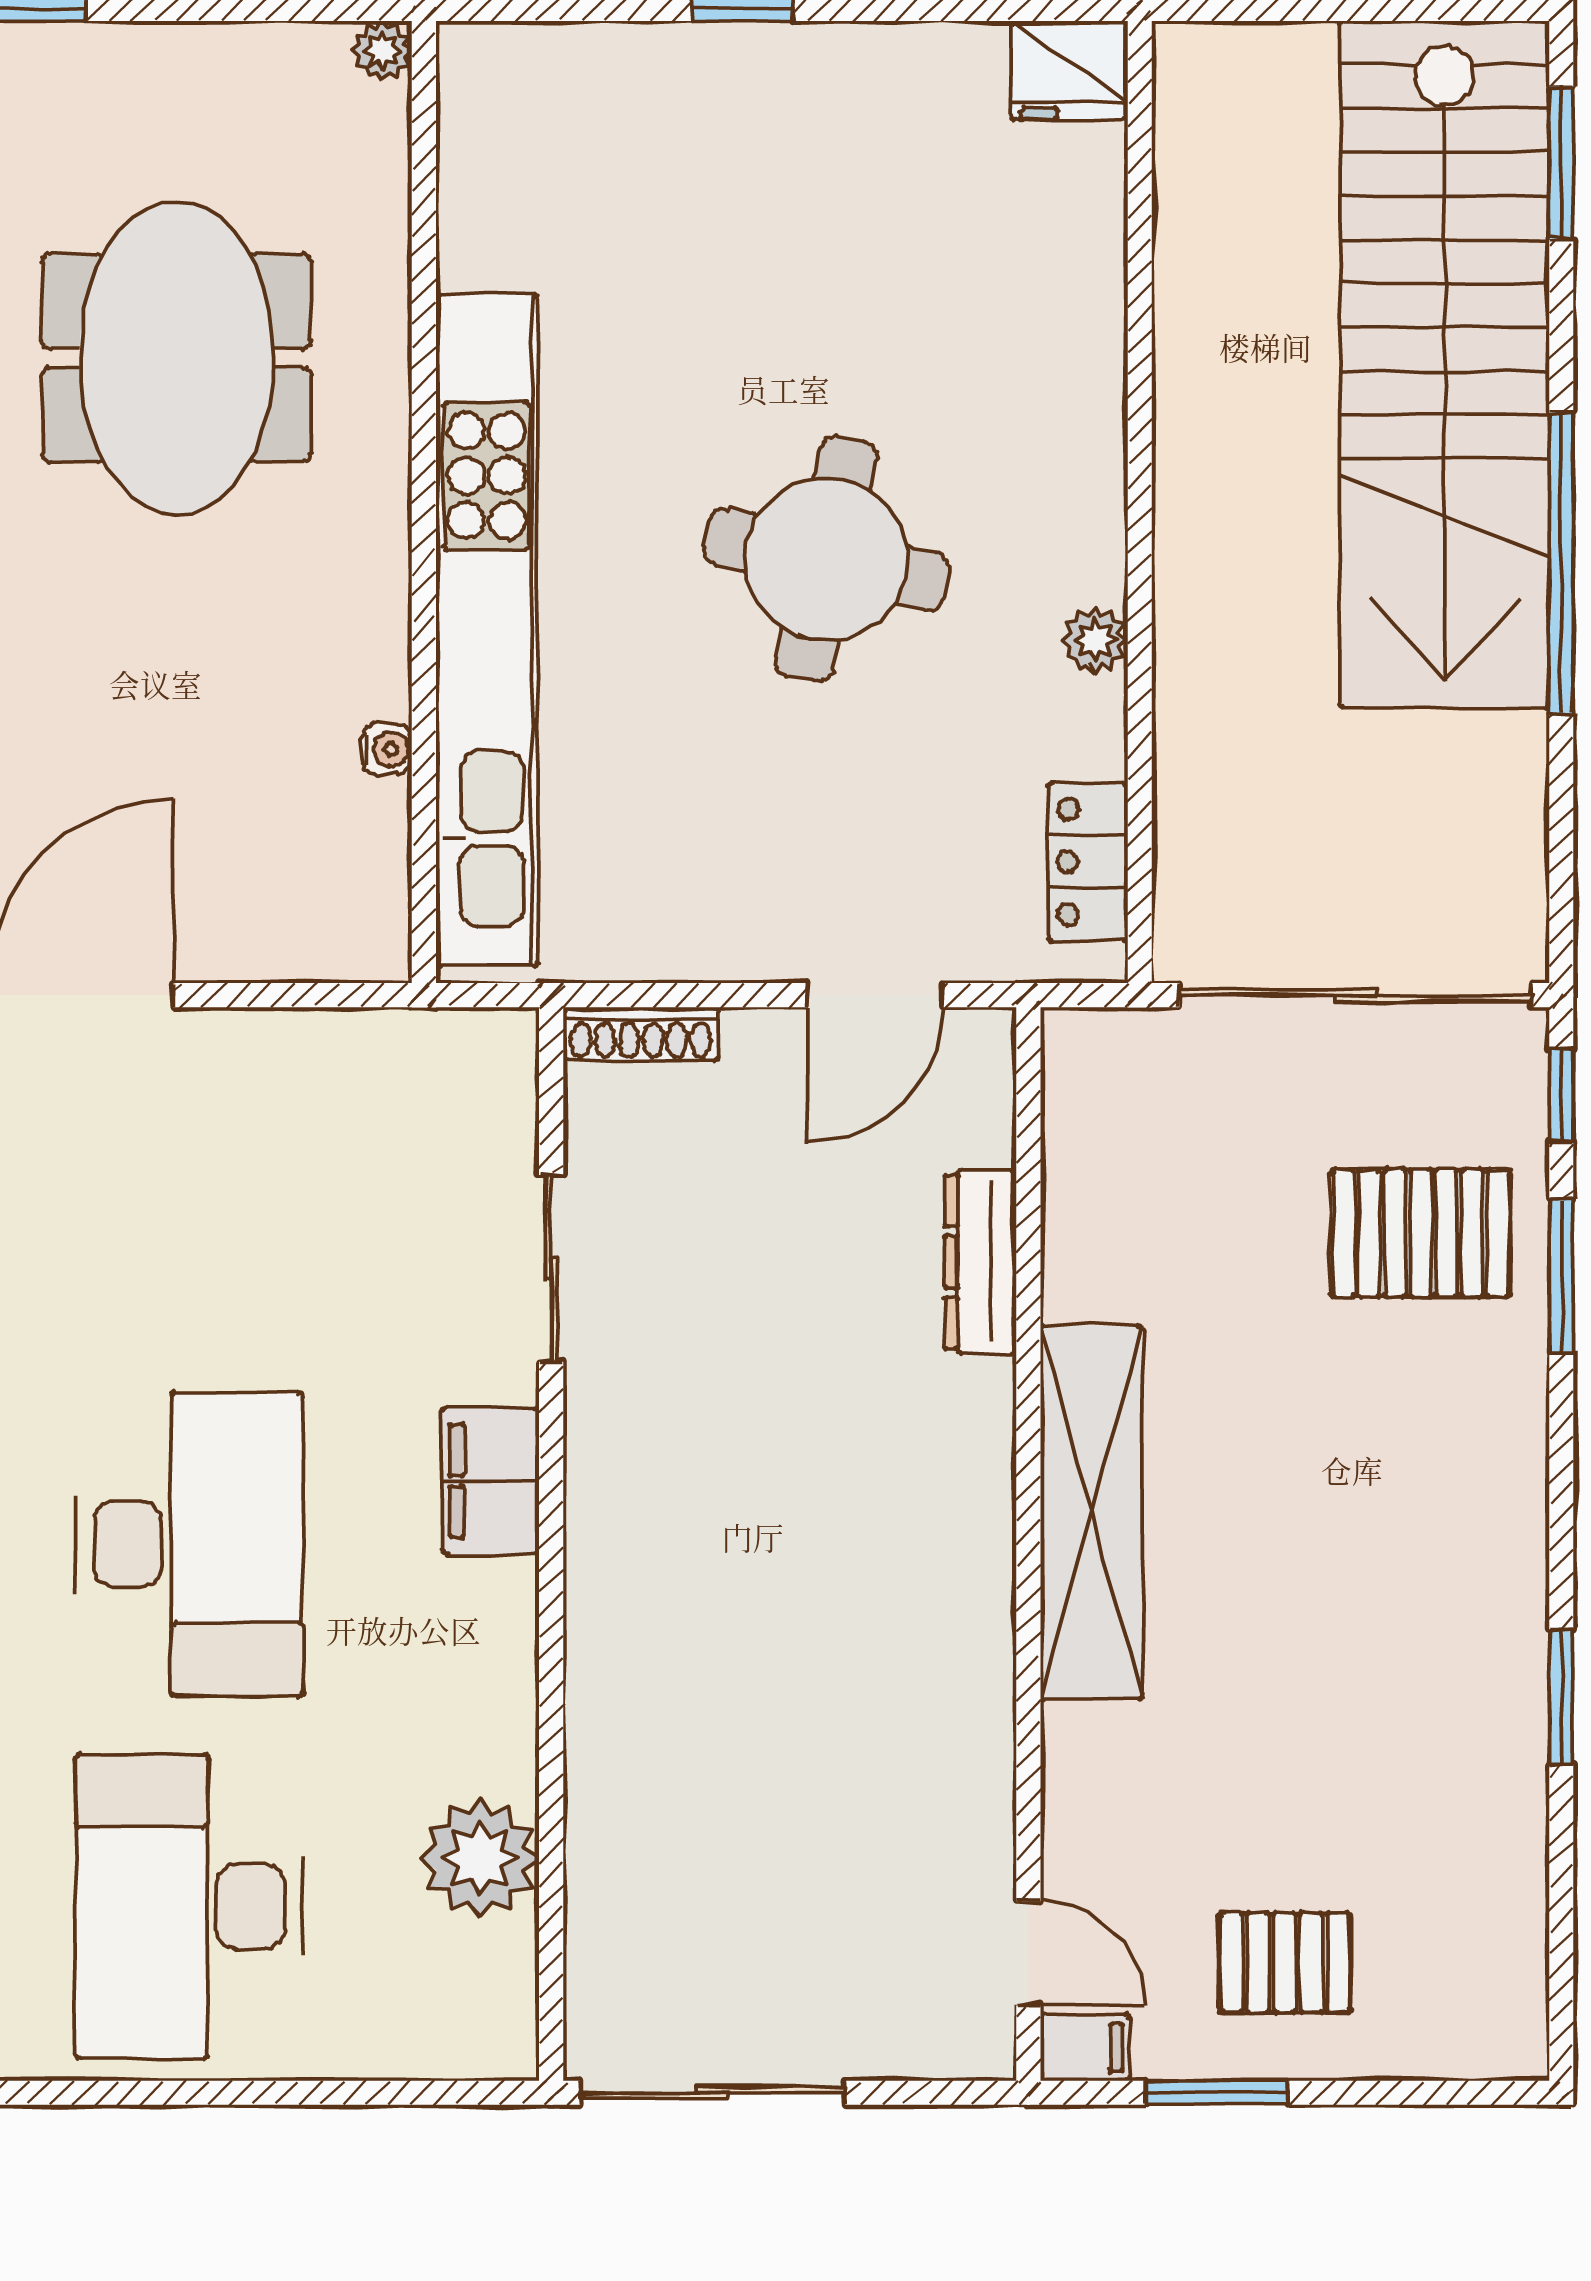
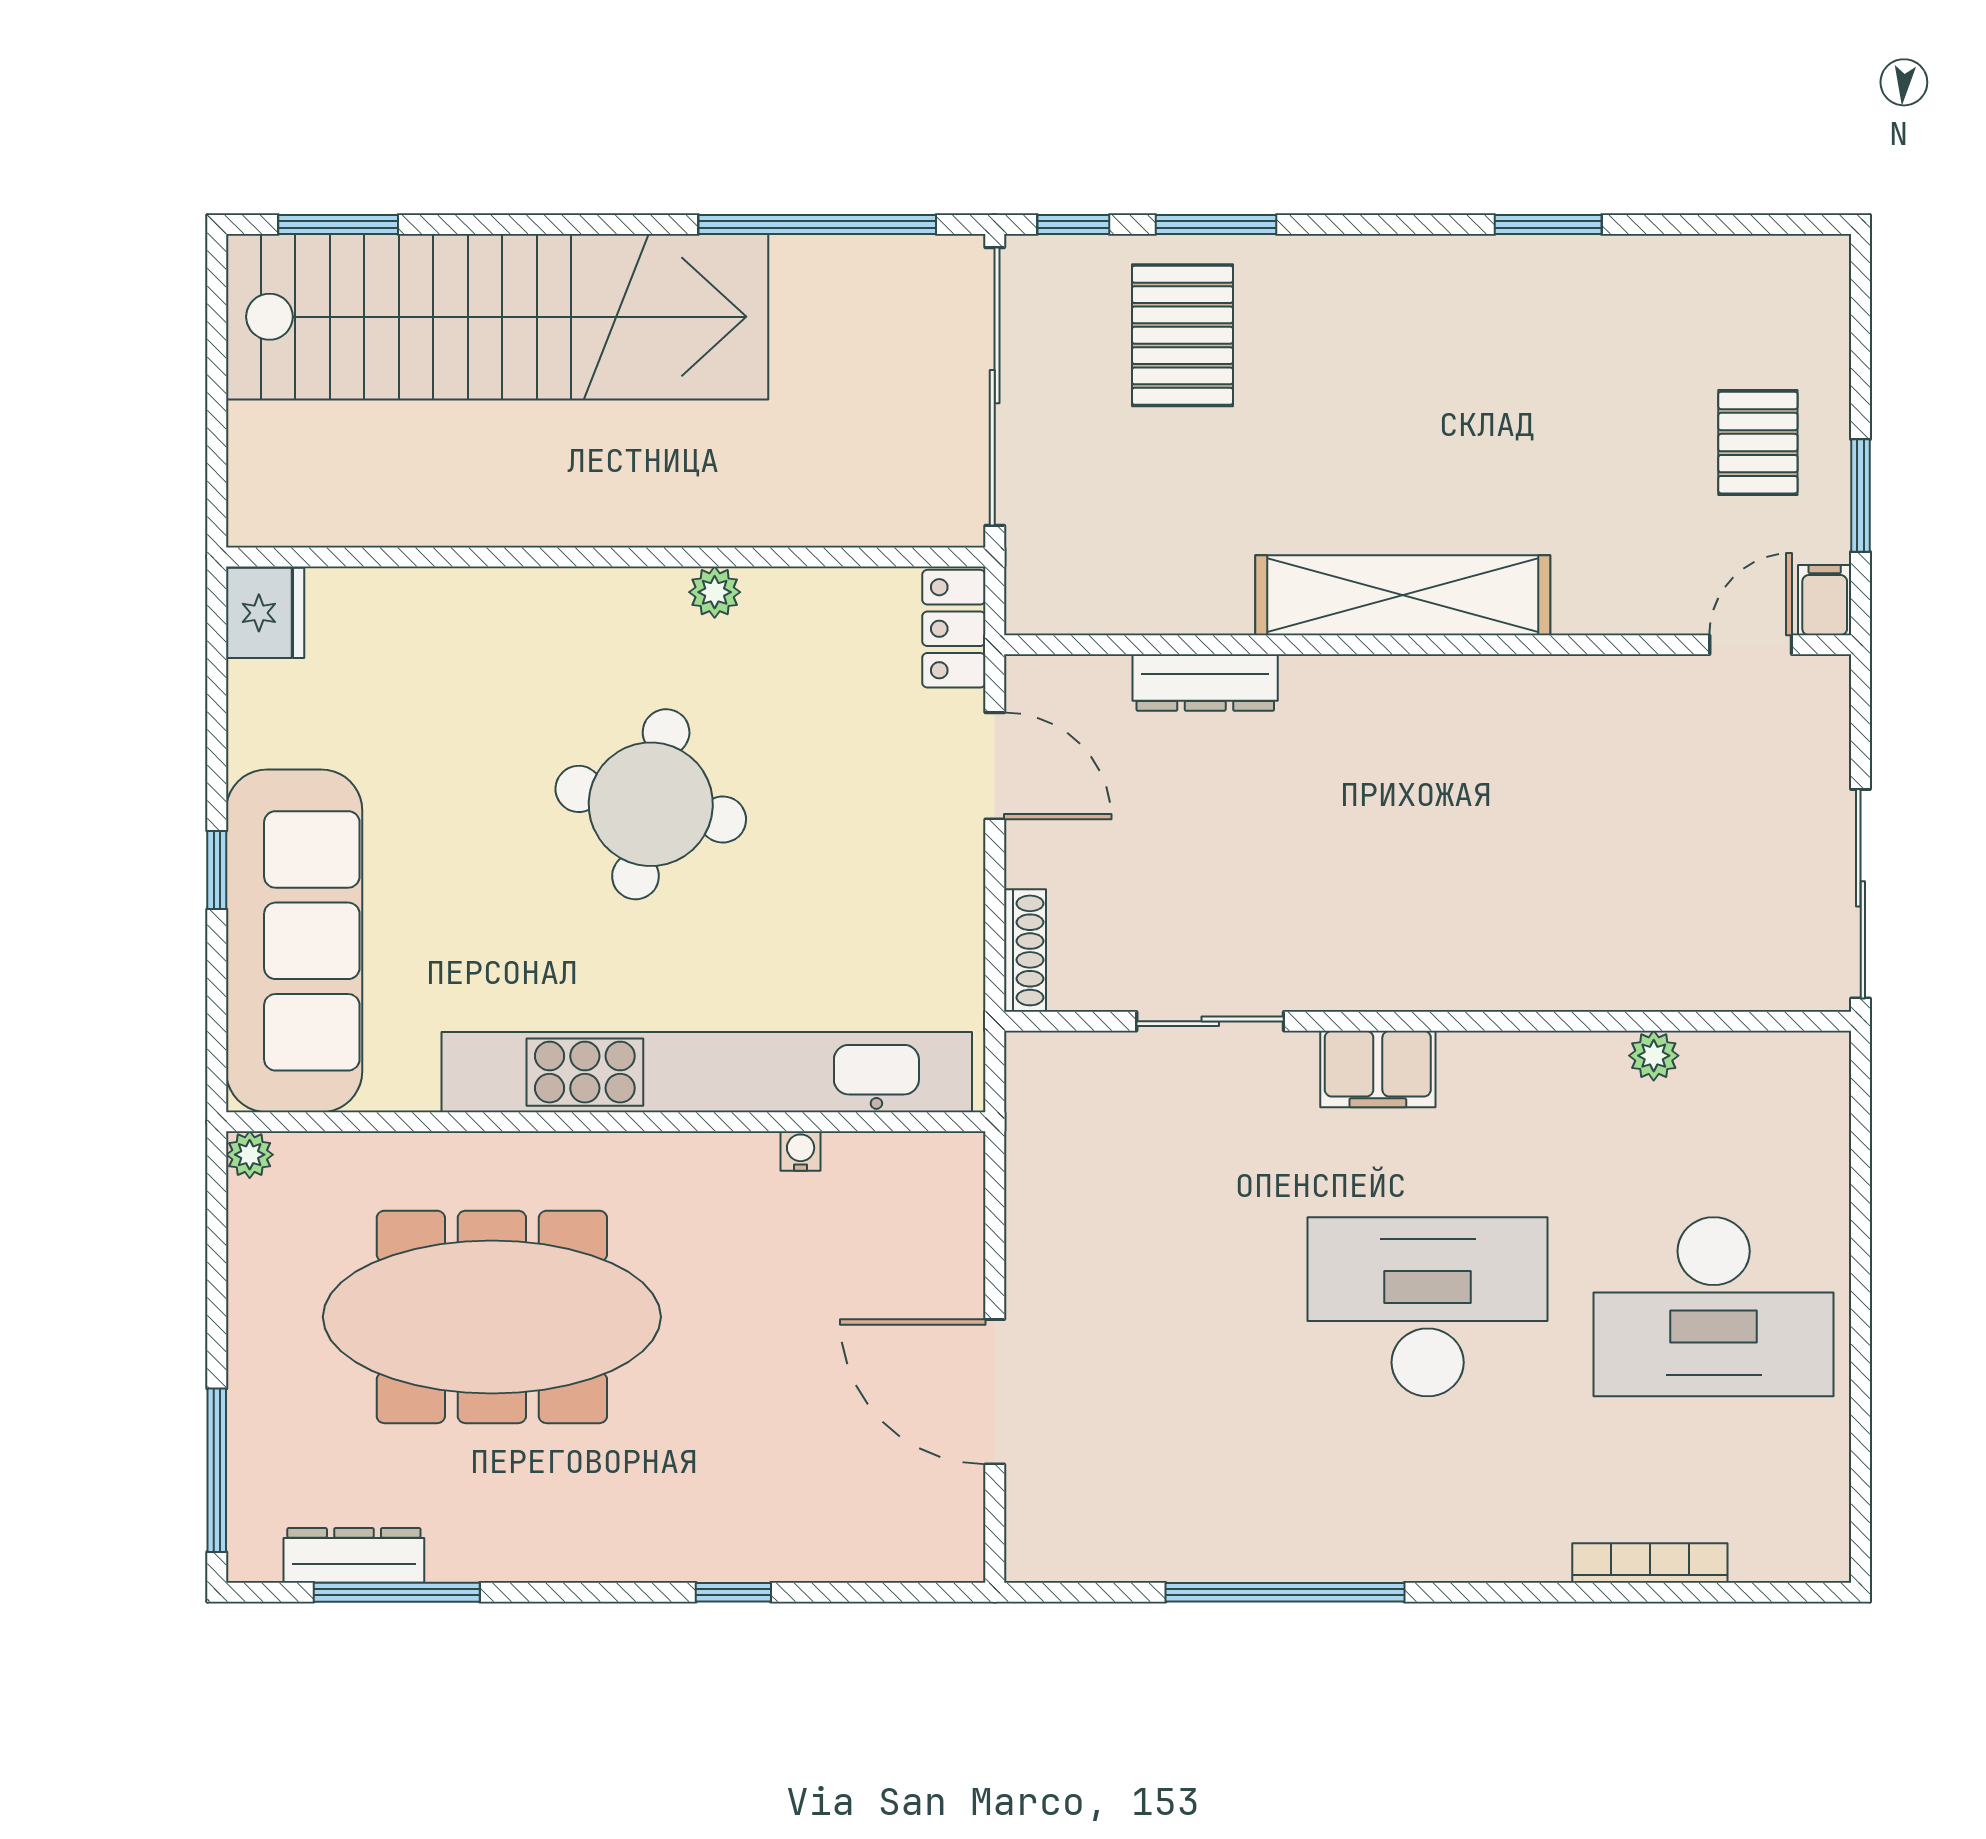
sofa: (653, 107) -> (294, 941), added
meeting table: (176, 358) -> (492, 1317), width x1.36
window: (1561, 563) -> (817, 224), moved
locker: (1088, 862) -> (954, 629), moved, turned 90
plant: (480, 1858) -> (1654, 1056), width x0.53, depth x0.53

